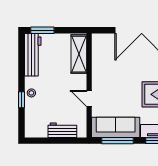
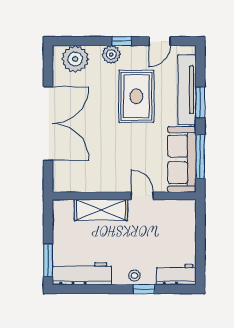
shelving: (79, 54) -> (101, 210), moved
door: (89, 99) -> (142, 196), swing flipped
workbench: (62, 130) -> (176, 275), moved, turned 90

